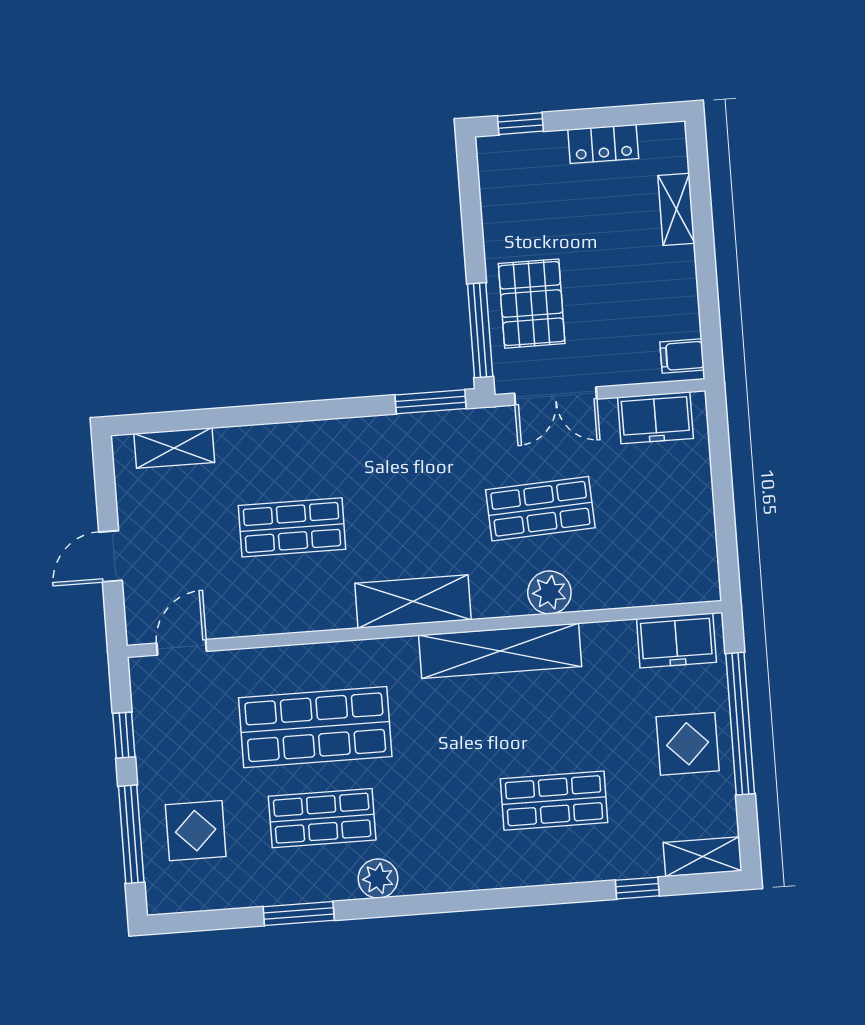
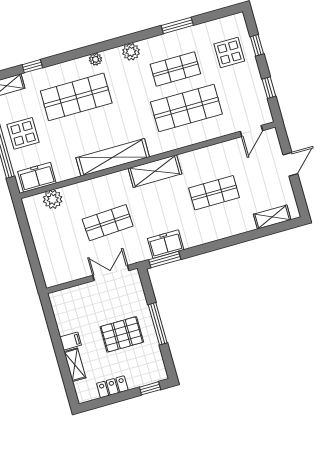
pallet: (532, 304) -> (122, 334), moved, turned 90
window: (480, 330) -> (158, 324), moved
filing cabinet: (682, 356) -> (71, 341), moved
freezer: (655, 418) -> (166, 244), moved
plant: (549, 592) -> (53, 199), moved
shop shelf: (554, 801) -> (76, 97), width x1.43, depth x1.36
window: (131, 834) -> (257, 45), width x0.46
plant: (494, 875) -> (96, 59), added
plant: (378, 879) -> (131, 52), moved

